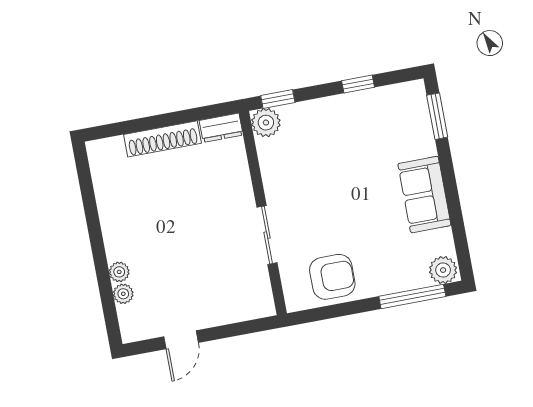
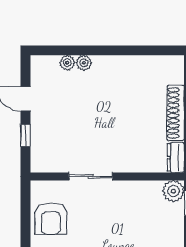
window: (229, 331) -> (26, 135), added

